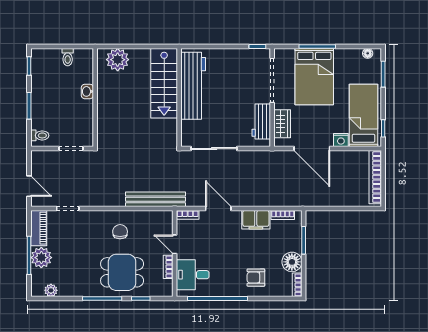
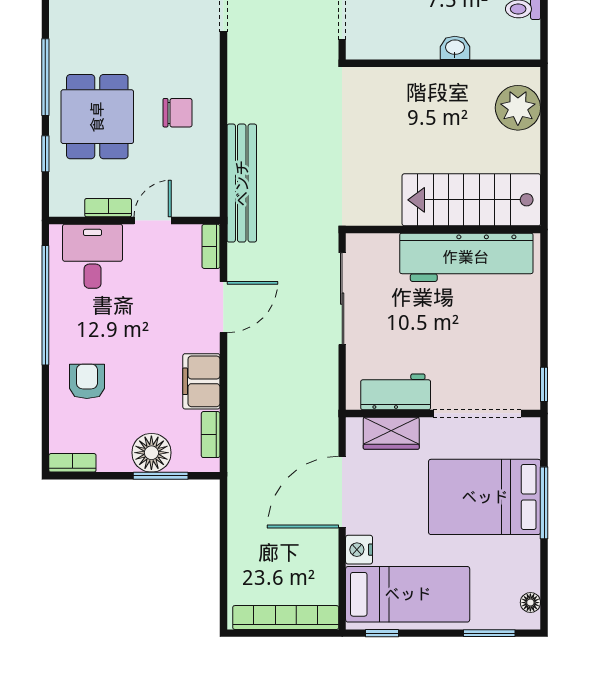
floor lamp: (292, 262) -> (151, 453), moved

